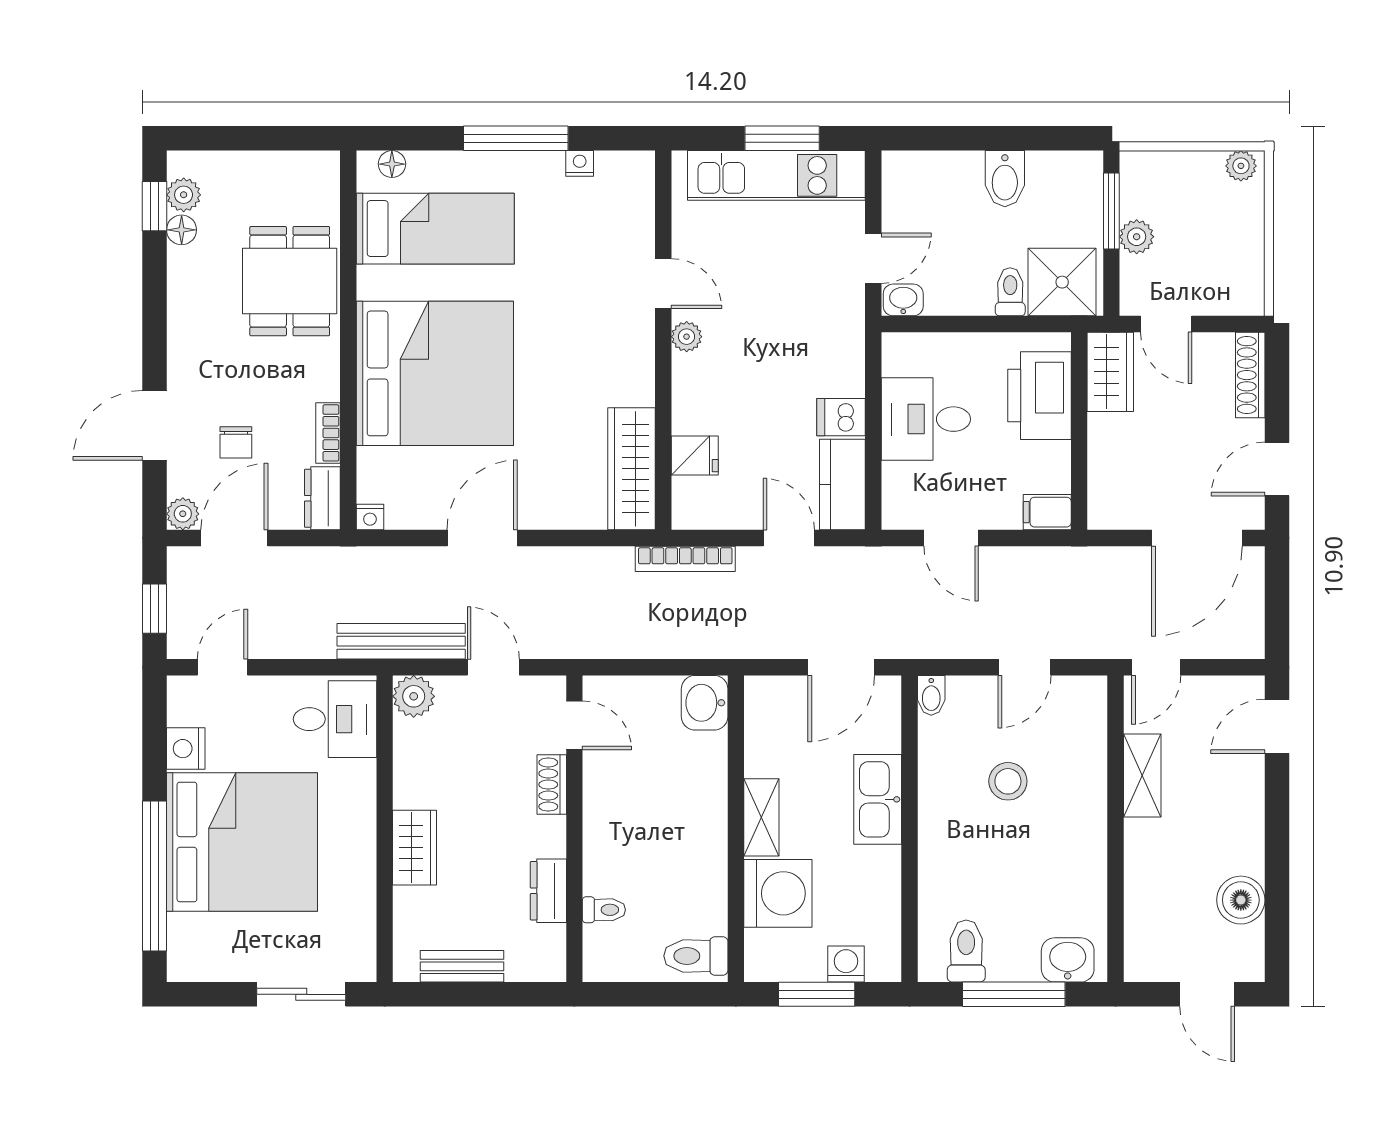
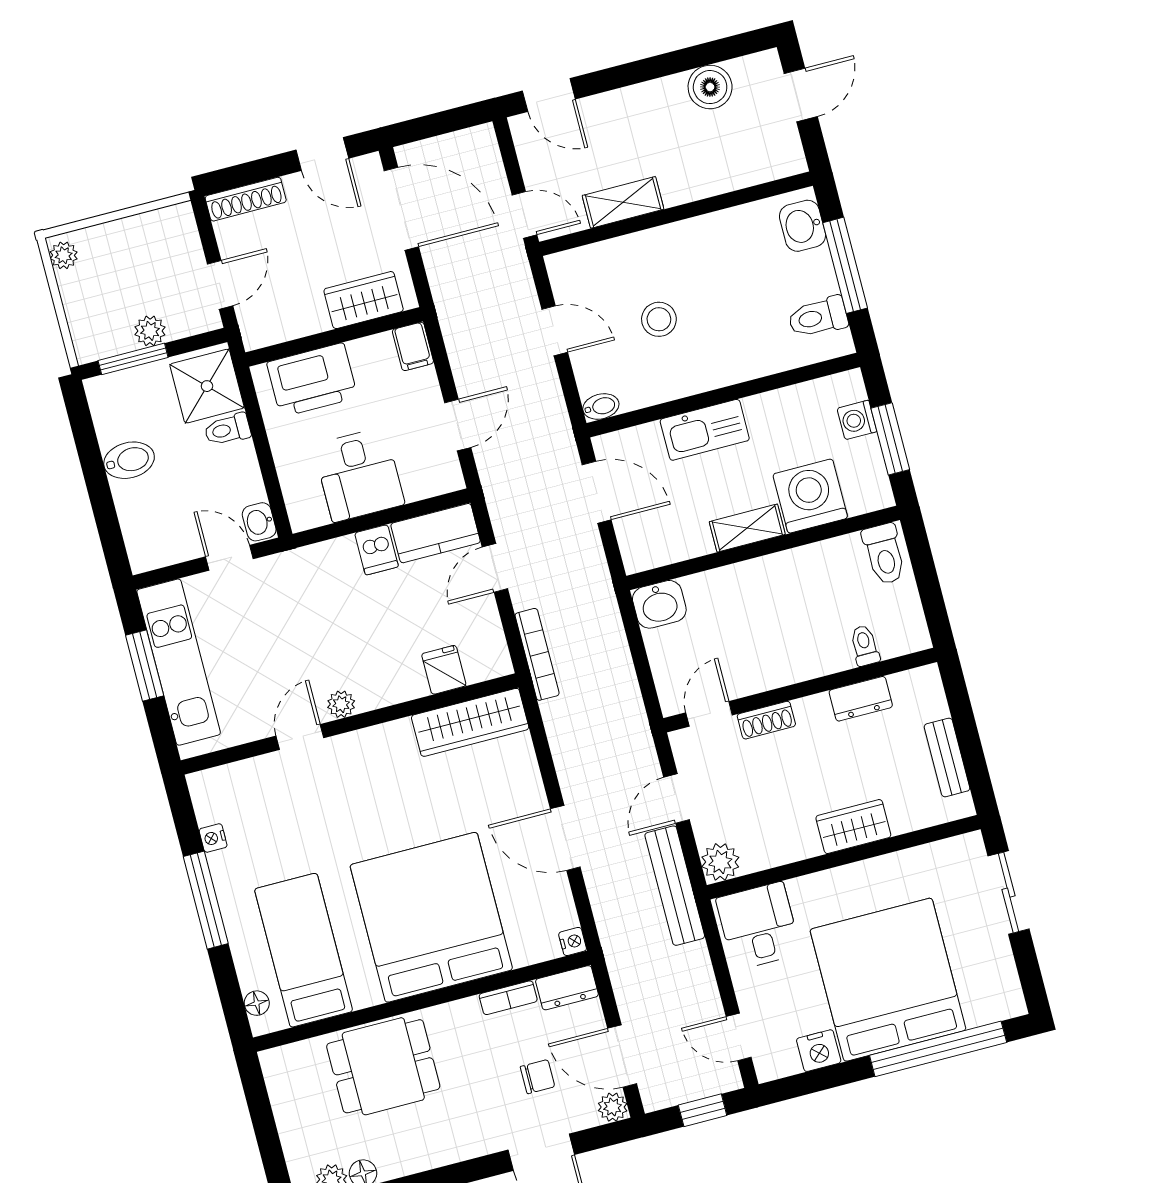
wardrobe: (1110, 372) -> (364, 300), moved

